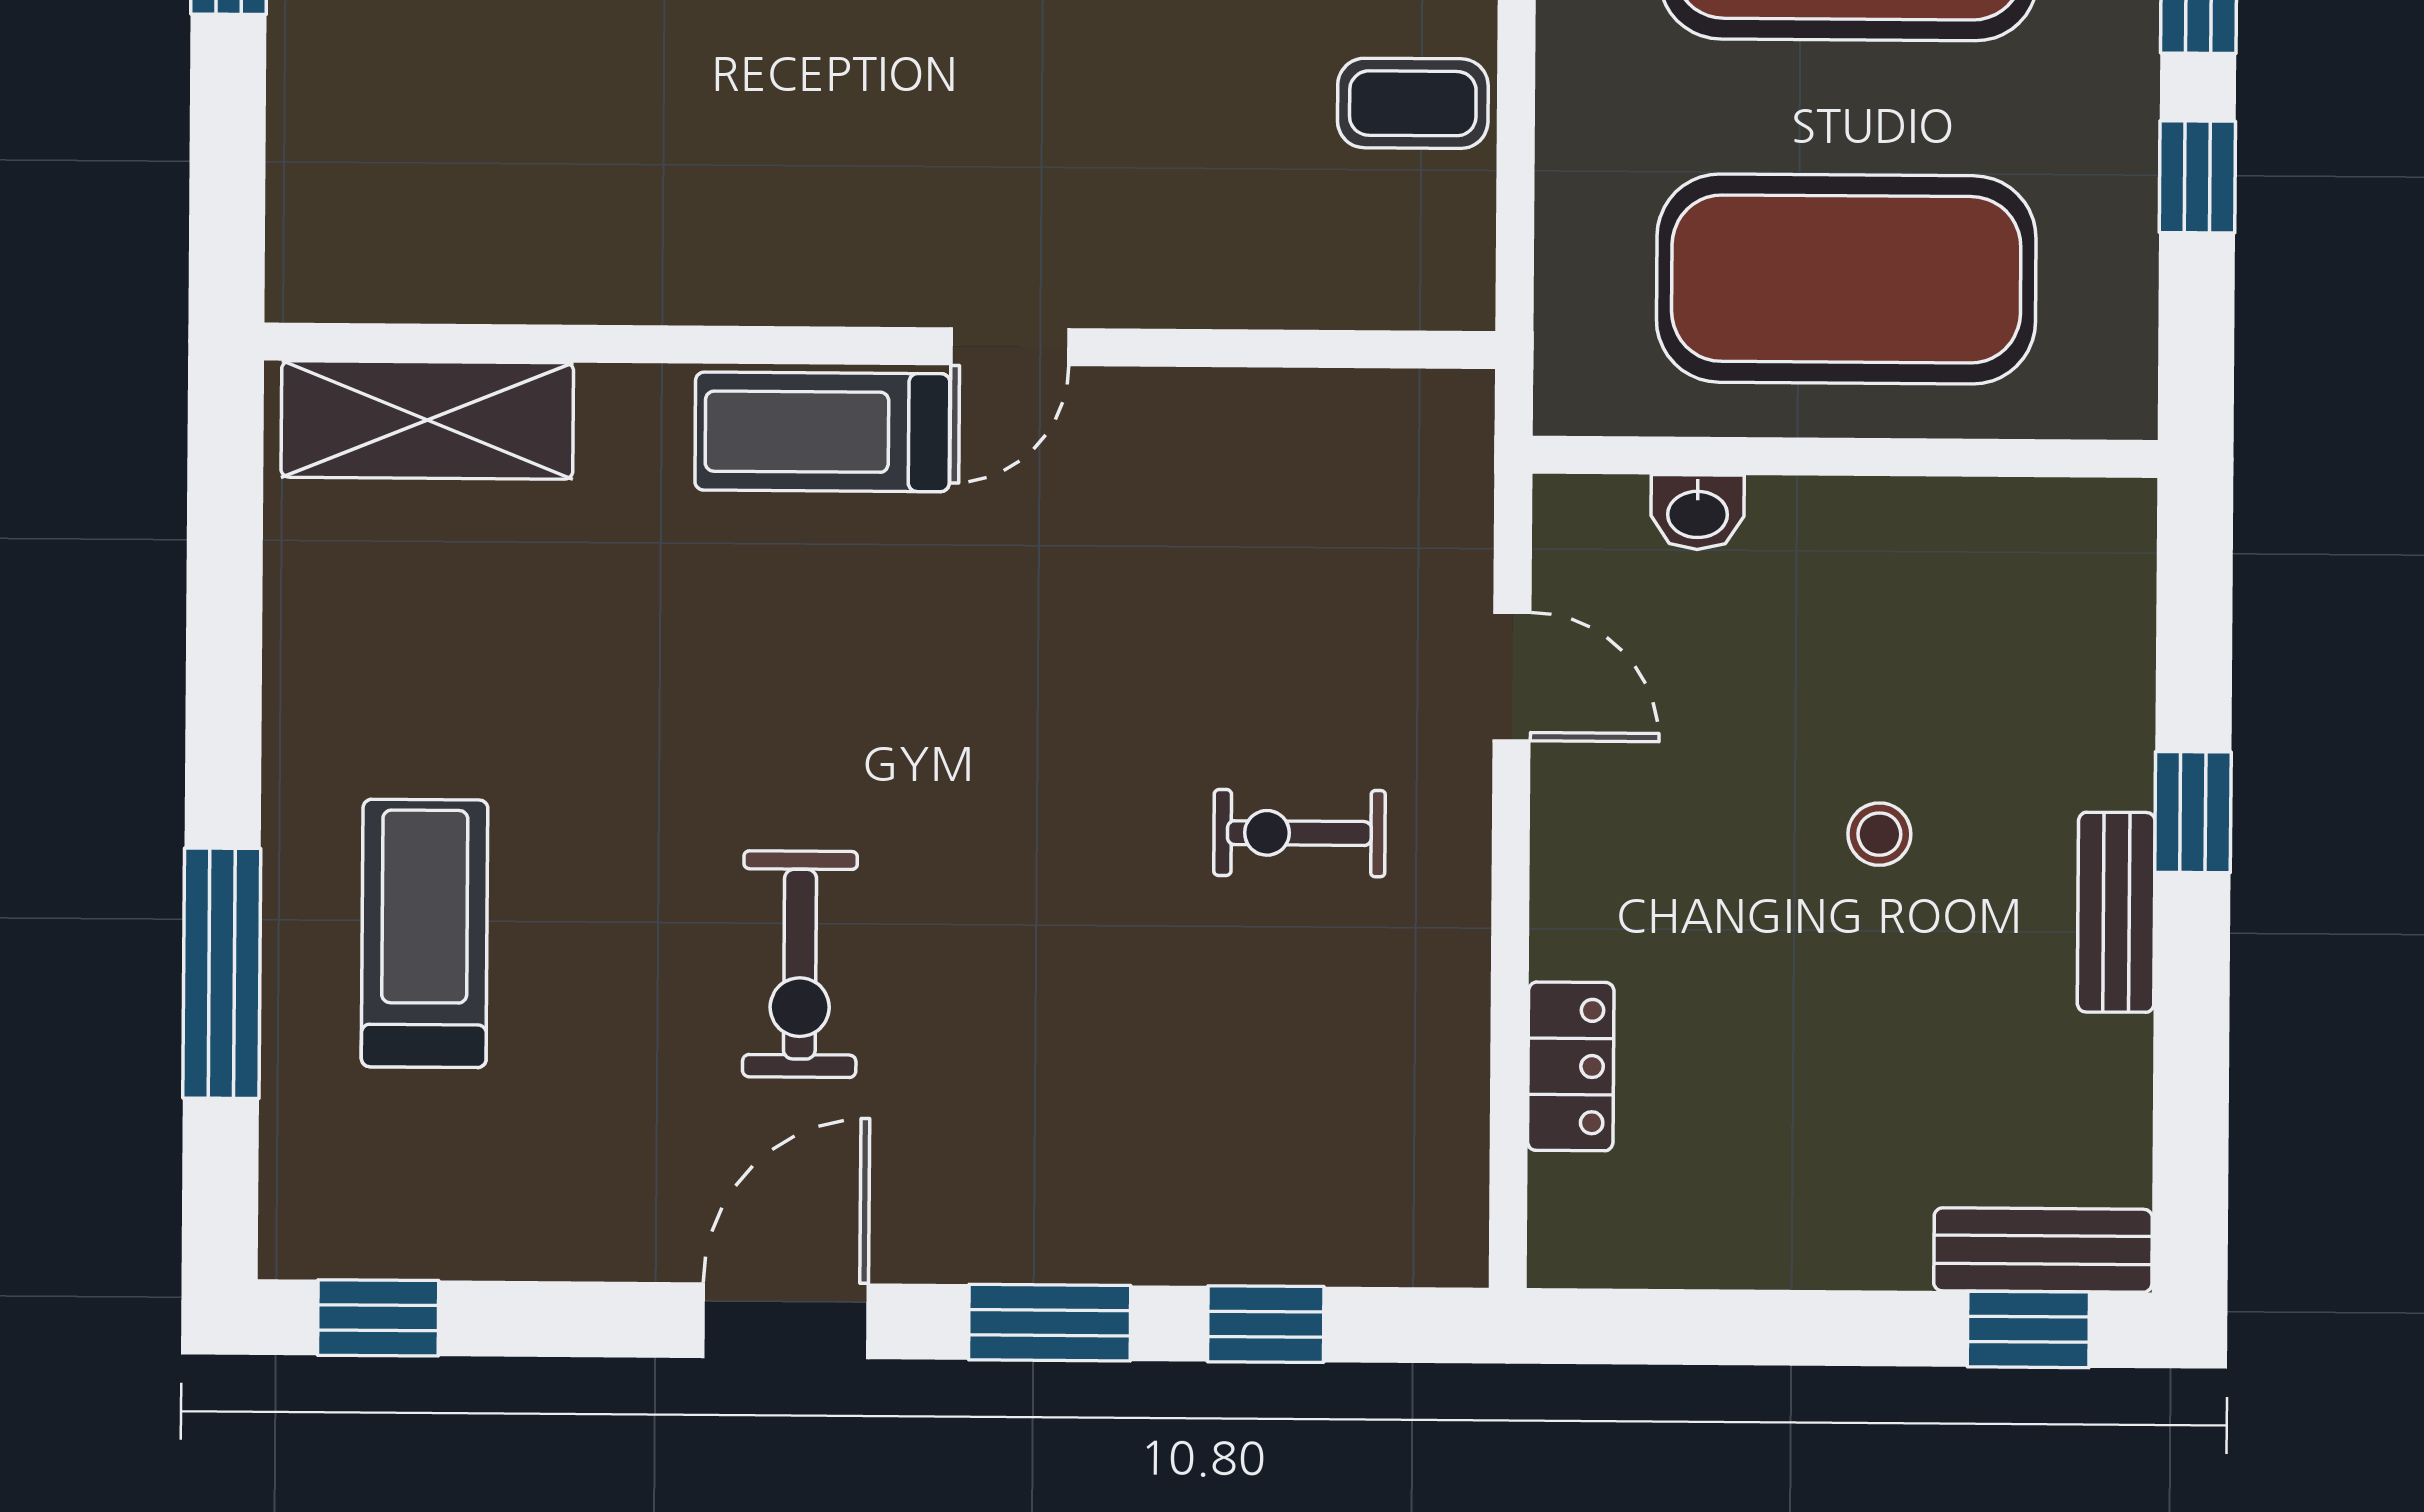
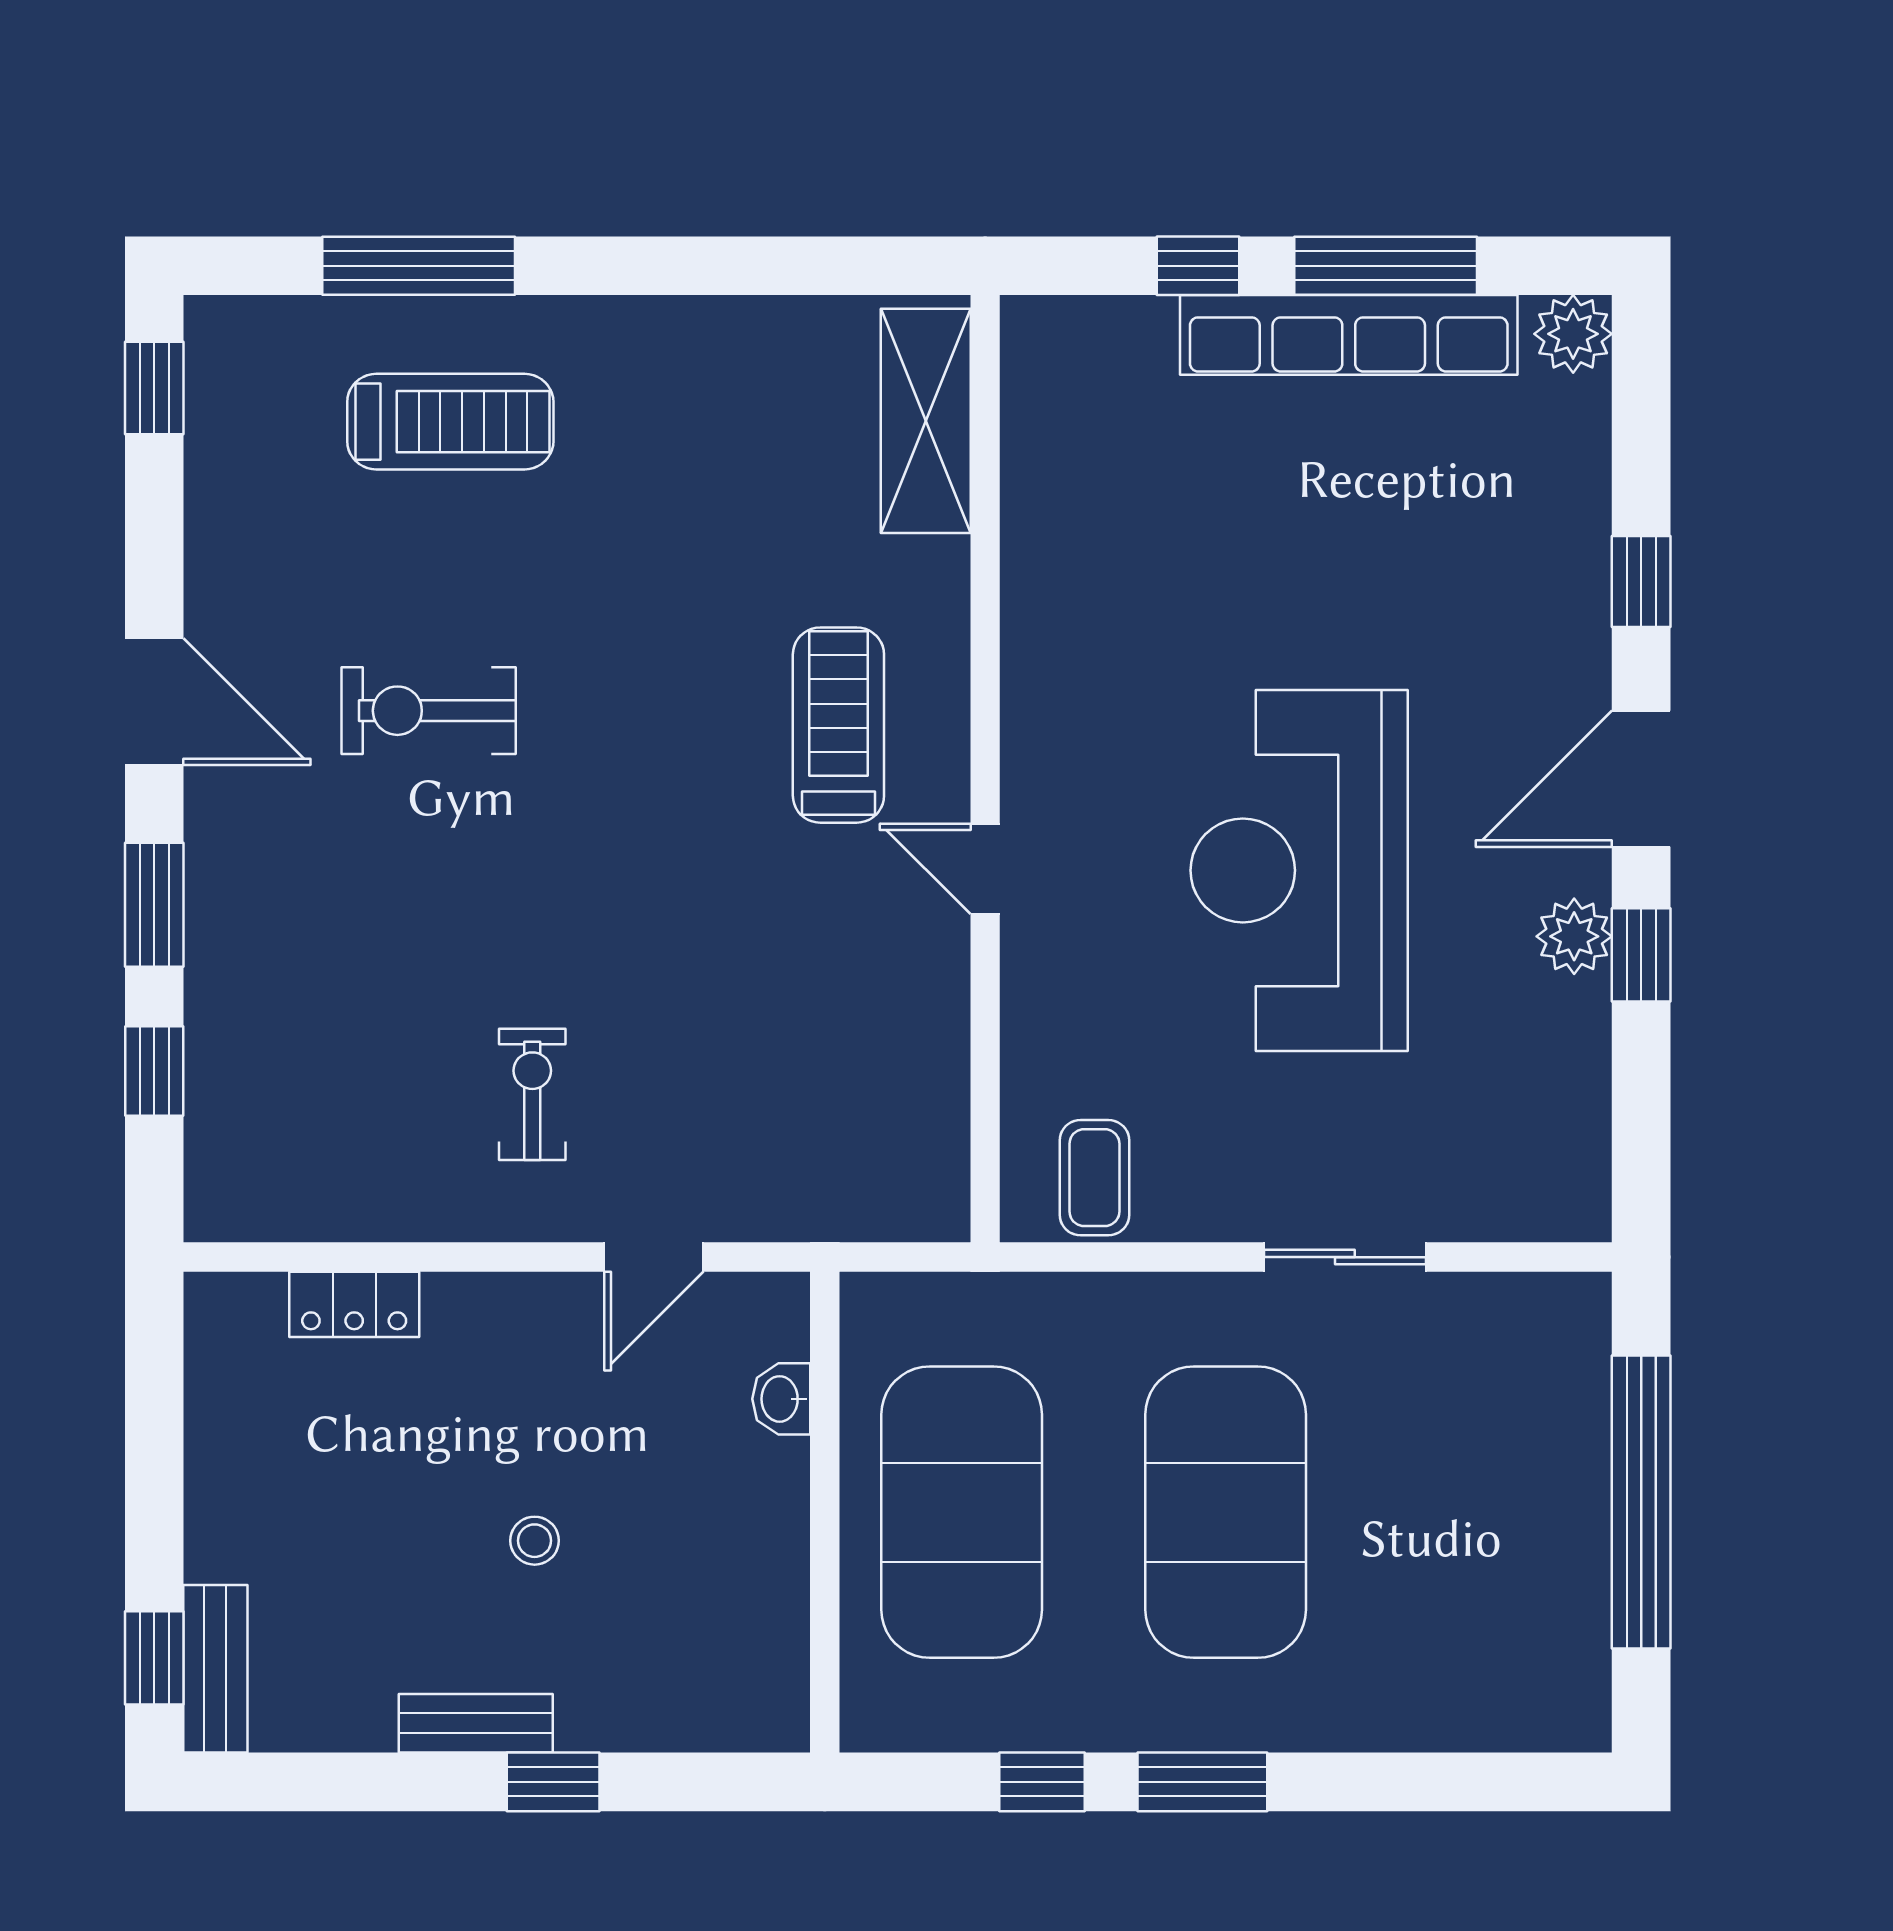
wall: (880, 346) -> (985, 769), moved
door: (1010, 347) -> (985, 869), moved
shelving: (427, 420) -> (926, 421), moved

